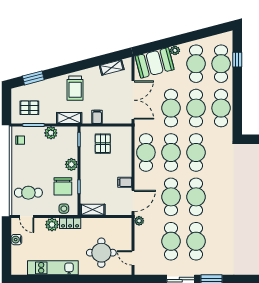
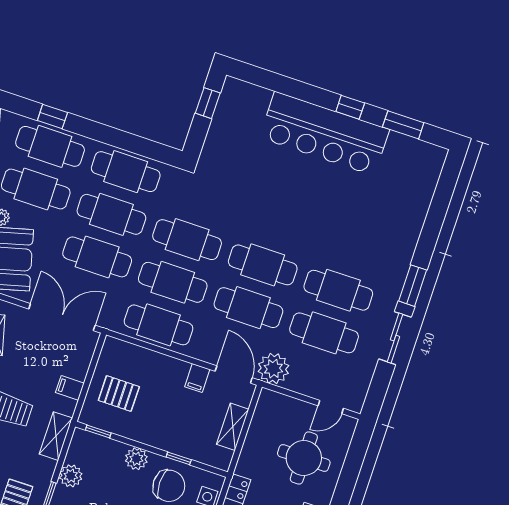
shelving: (93, 210) -> (233, 427), moved
plant: (139, 221) -> (273, 369), width x1.88, depth x1.88

